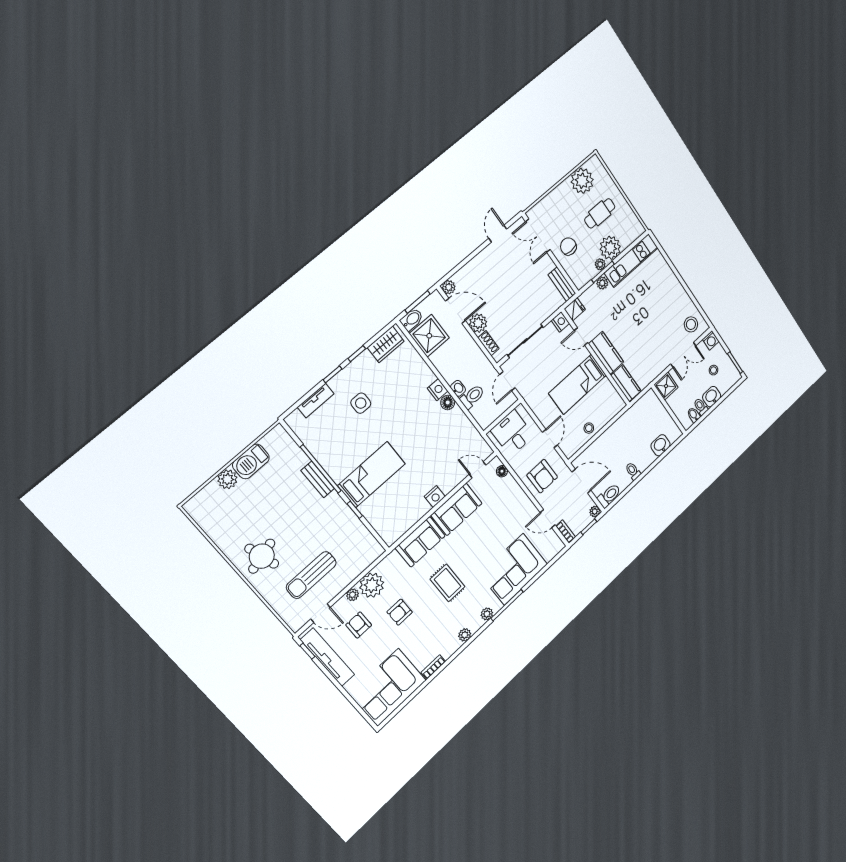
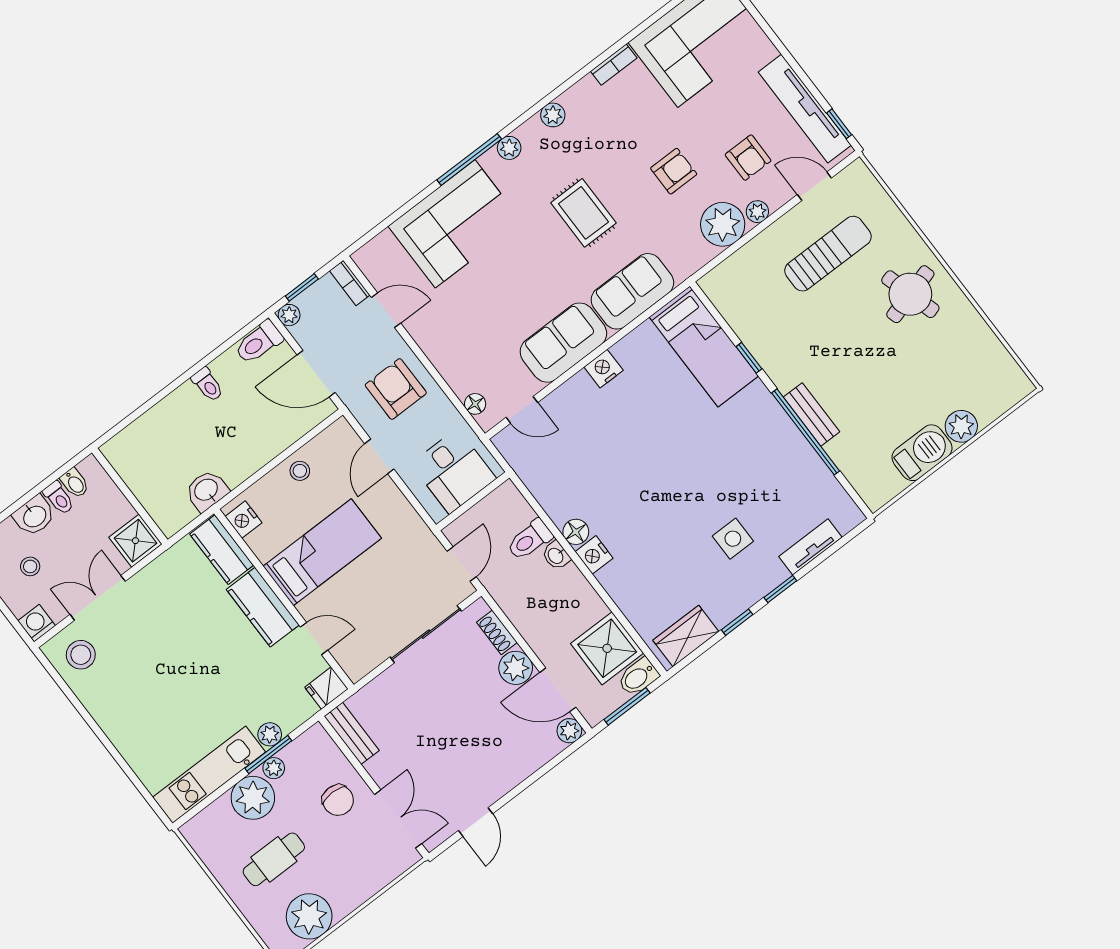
nightstand: (560, 322) -> (243, 520), moved
washbasin: (660, 445) -> (207, 490), moved, turned 180
bed: (372, 475) -> (704, 347), moved, turned -90

